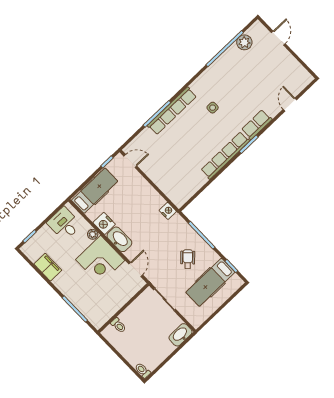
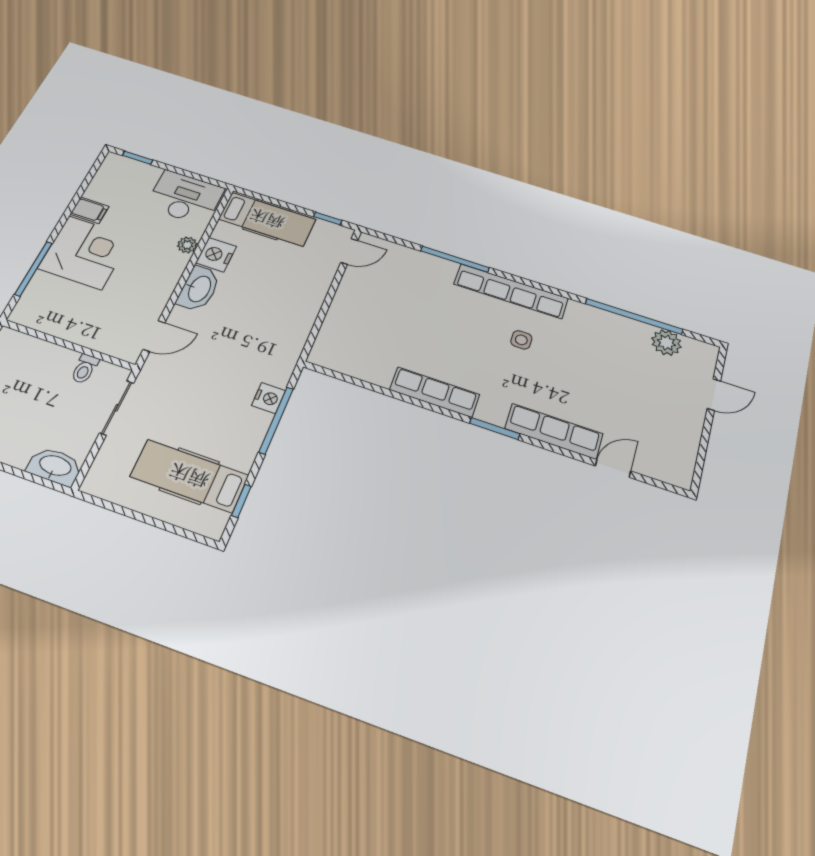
row of seats: (172, 111) -> (511, 291), moved
row of seats: (257, 125) -> (554, 431), width x1.48
row of seats: (225, 155) -> (434, 392), width x0.73
door: (130, 161) -> (349, 251), hinge flipped
nightstand: (168, 211) -> (268, 398), moved
desk: (64, 224) -> (185, 198), width x1.37
wheelchair: (188, 259) -> (217, 415), removed
corner desk: (100, 260) -> (85, 252), moved, turned 180
filing cabinet: (48, 267) -> (90, 210), width x0.50
toilet: (118, 325) -> (85, 369), moved

